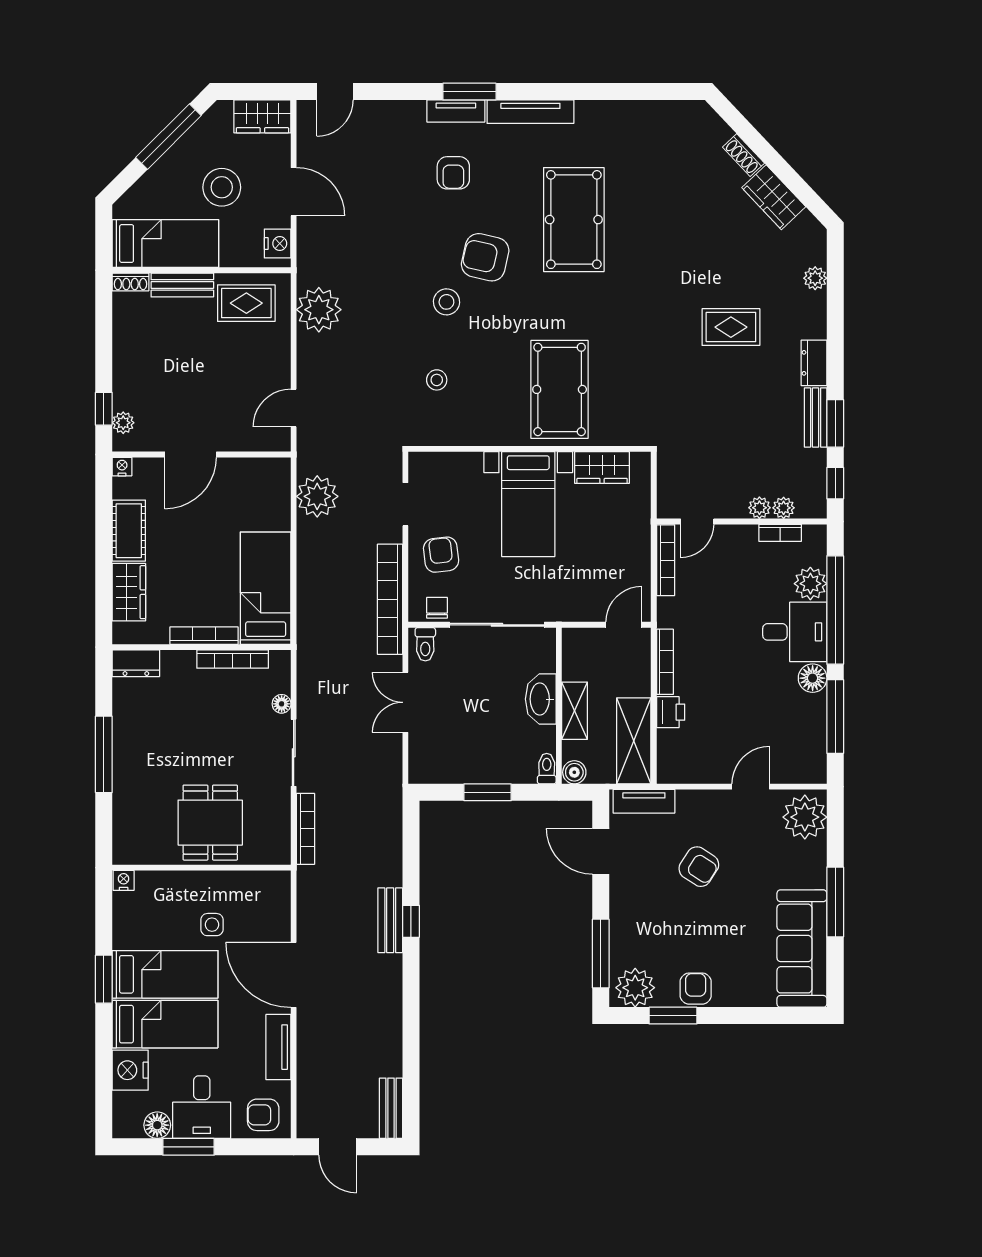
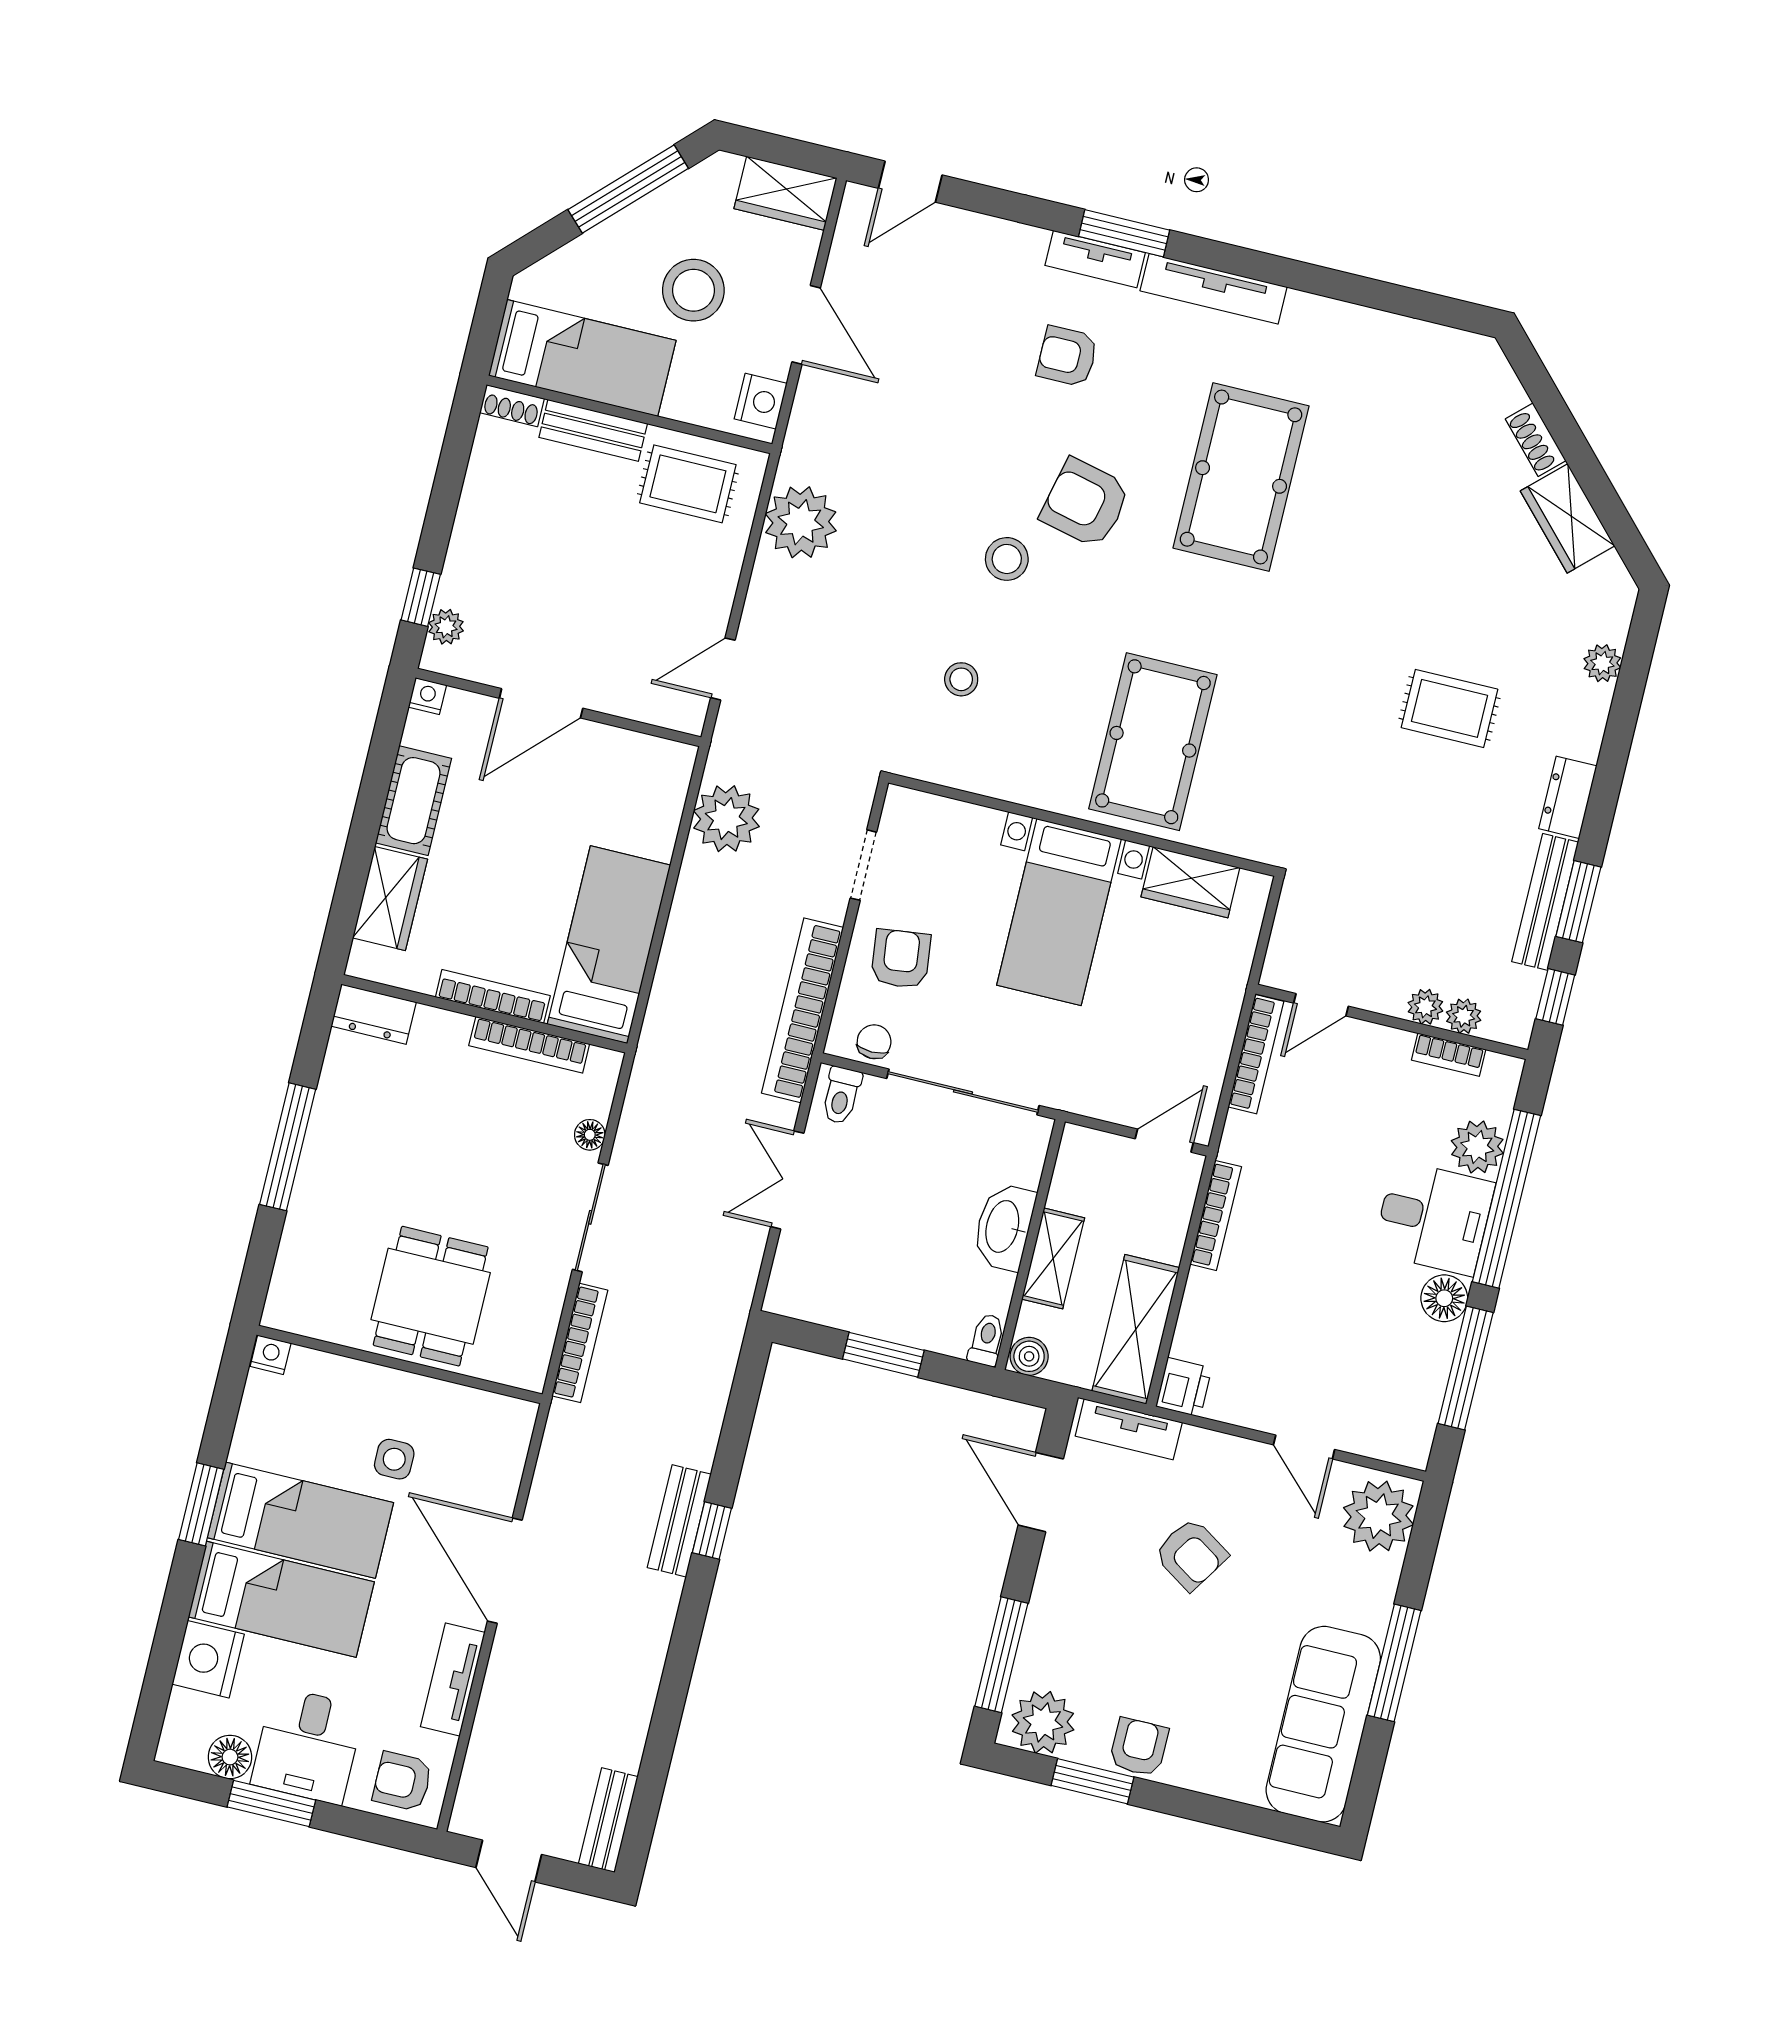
armchair: (453, 173) -> (1067, 356), turned 90
bench: (816, 417) -> (1545, 902), width x1.36
printer: (671, 712) -> (1184, 1387), moved
door: (751, 787) -> (1304, 1447), swing flipped

